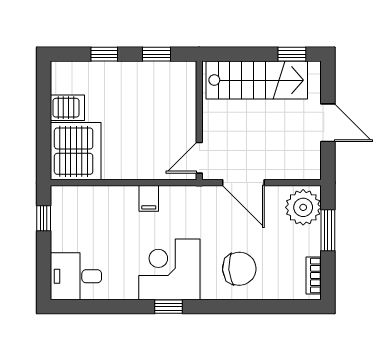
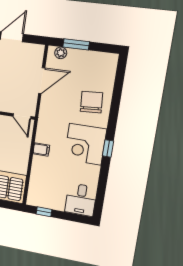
door: (243, 183) -> (42, 81), moved
plant: (303, 207) -> (61, 53), width x0.53, depth x0.53
bookcase: (314, 275) -> (103, 57), removed

